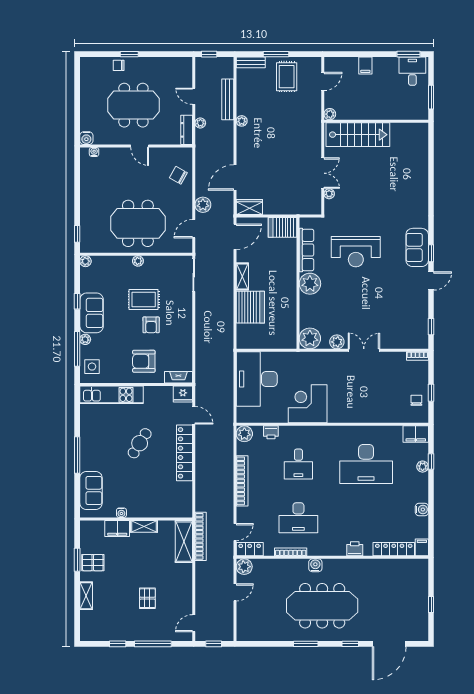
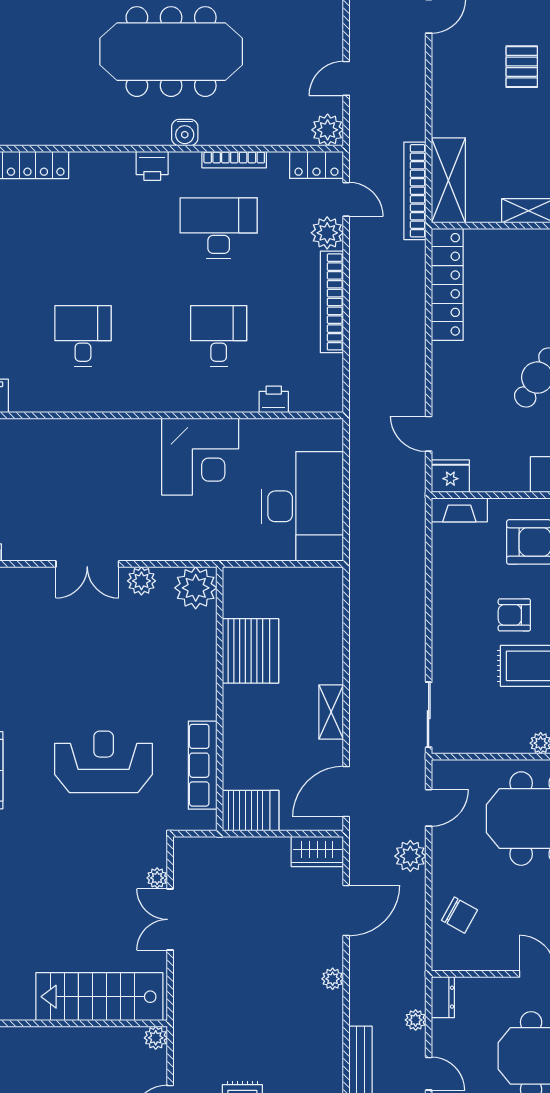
plant: (242, 121) -> (333, 979), moved
dresser: (187, 130) -> (443, 997), width x0.70
plant: (310, 284) -> (196, 698), removed
server rack: (250, 307) -> (250, 651), moved, turned 180
armchair: (151, 325) -> (514, 615), turned -90
plant: (244, 434) -> (327, 233), moved
locker: (184, 453) -> (447, 284), moved
desk: (366, 464) -> (83, 336), width x0.53, depth x0.77
door: (235, 532) -> (346, 199), swing flipped
printer: (355, 549) -> (152, 166), moved

